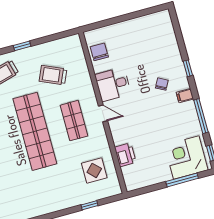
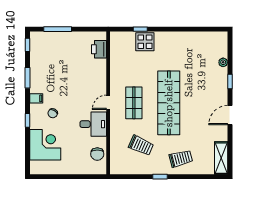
door: (103, 113) -> (108, 102), hinge flipped
window: (201, 116) -> (27, 78), width x0.69
printer: (125, 155) -> (99, 49), moved
corner desk: (186, 157) -> (45, 145), moved, turned -90
display table: (94, 170) -> (145, 42), moved

